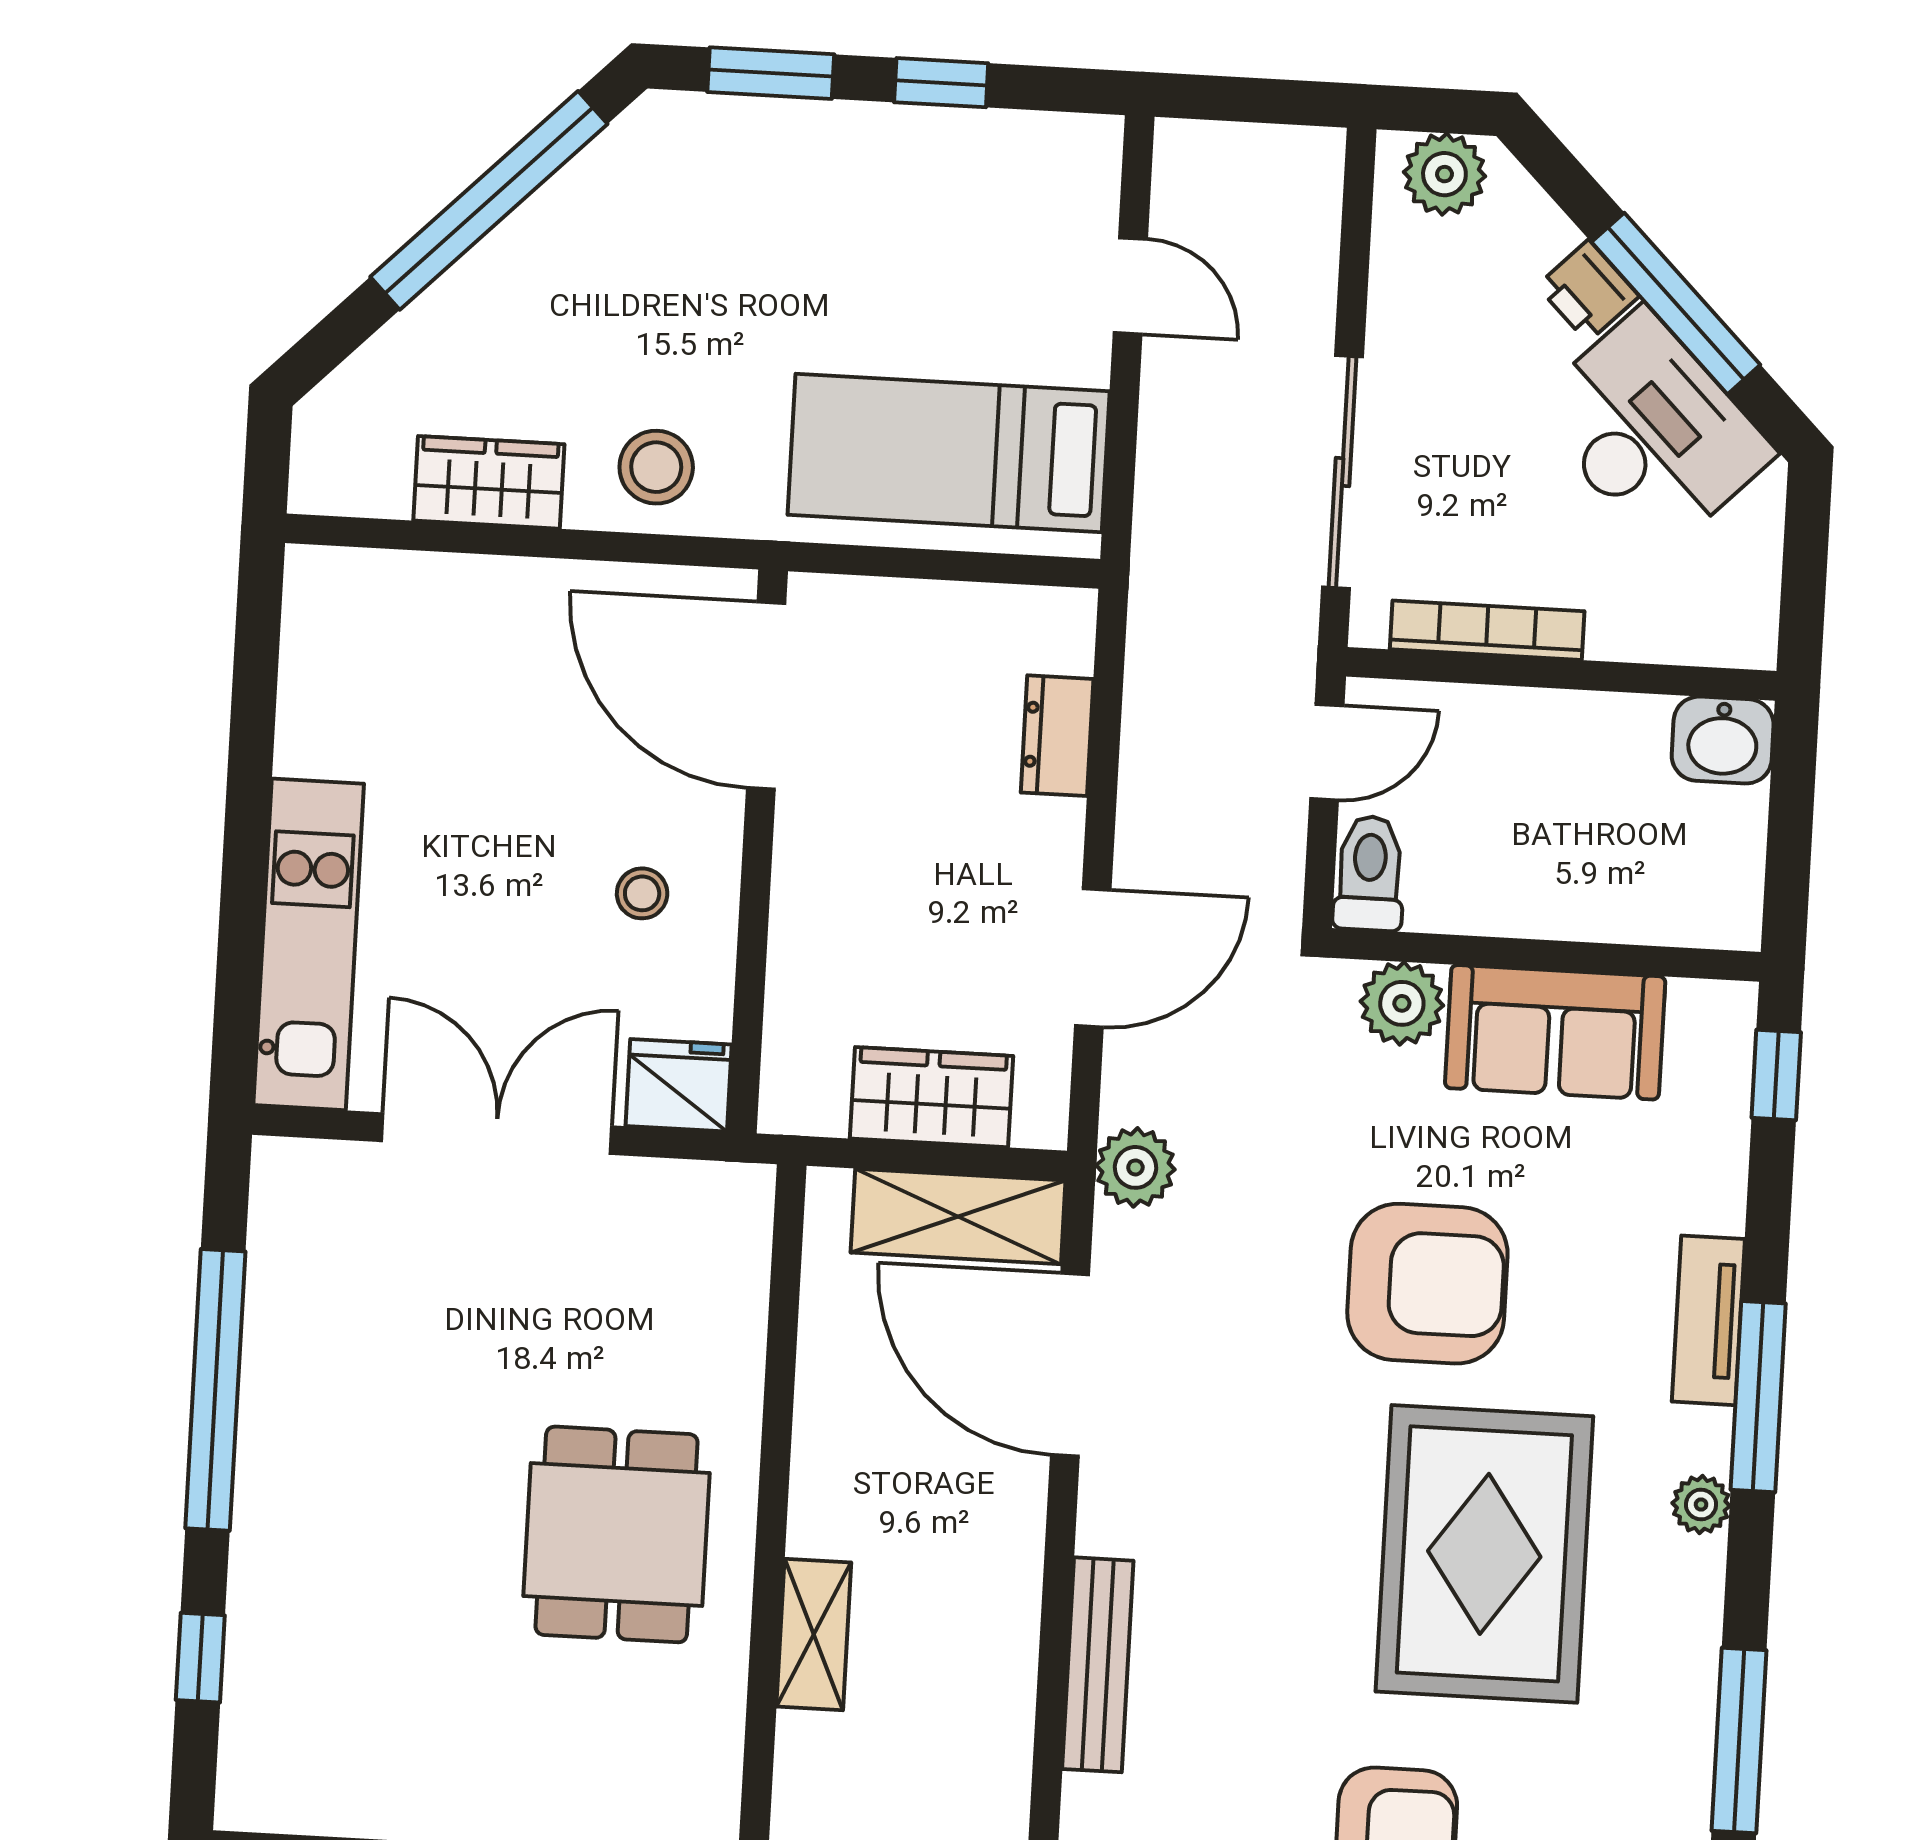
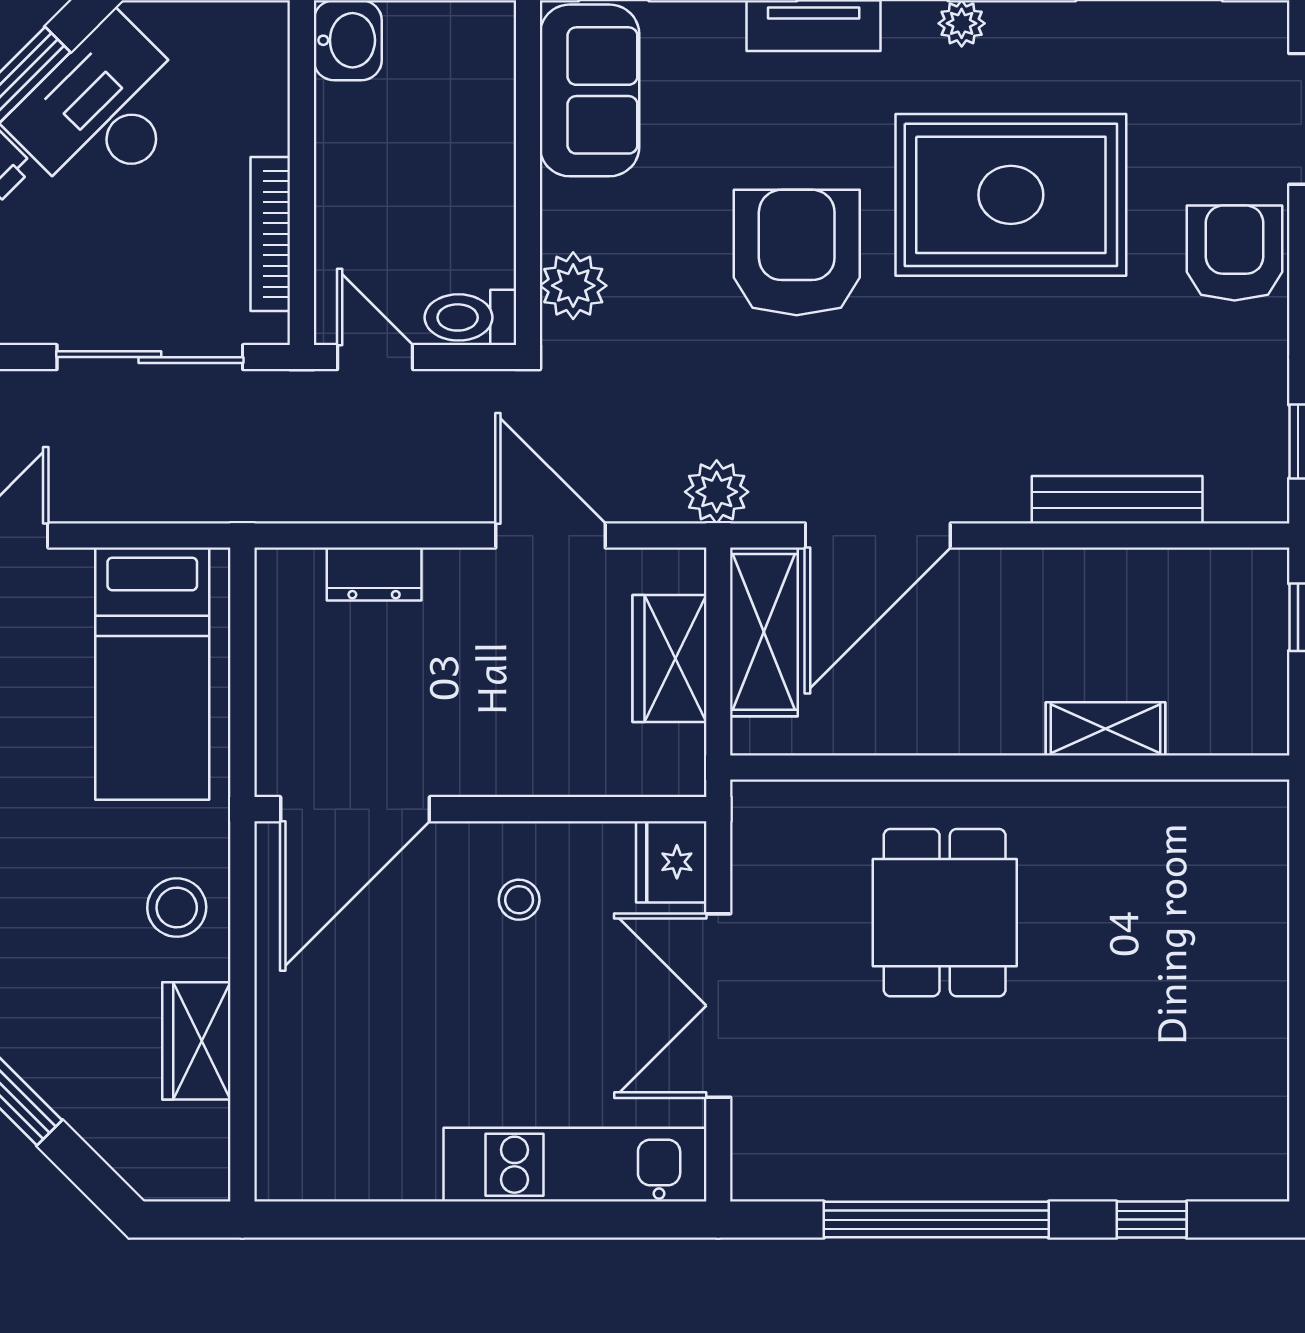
sofa: (1555, 1032) -> (590, 90), moved
dining table: (617, 1534) -> (945, 913), moved, turned 90

